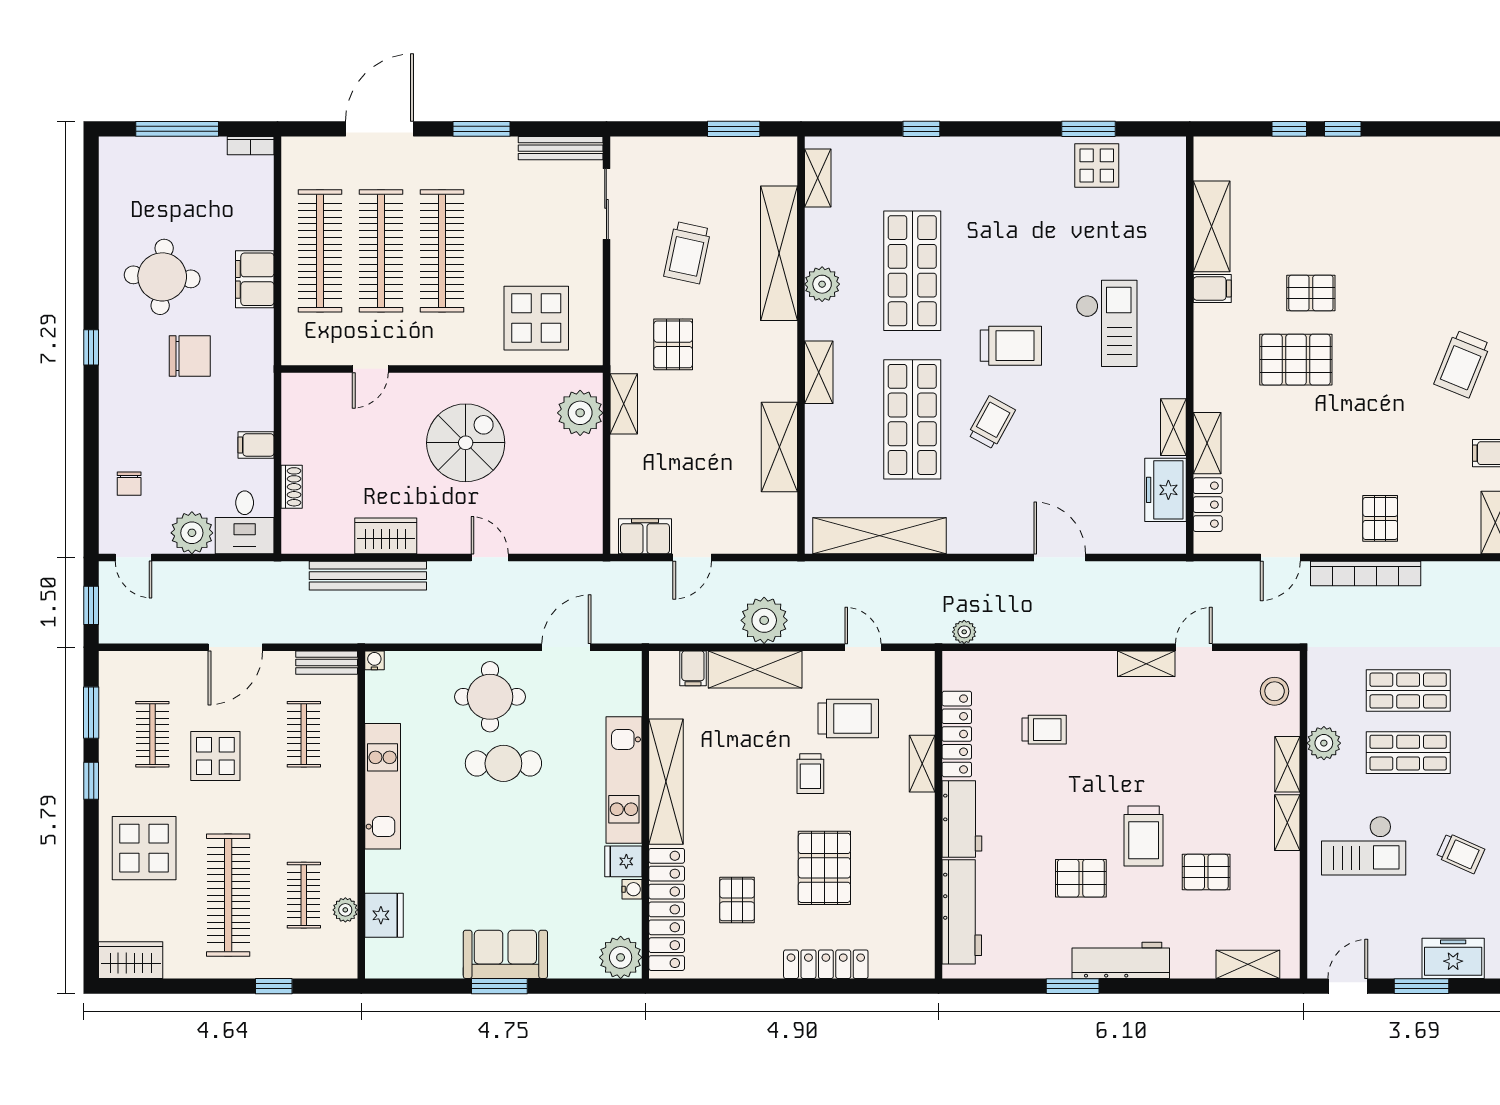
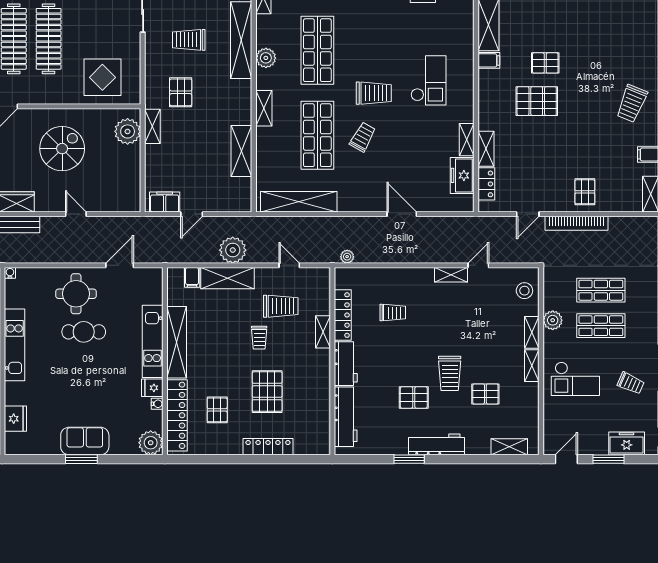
trolley: (687, 253) -> (189, 40), turned 78

